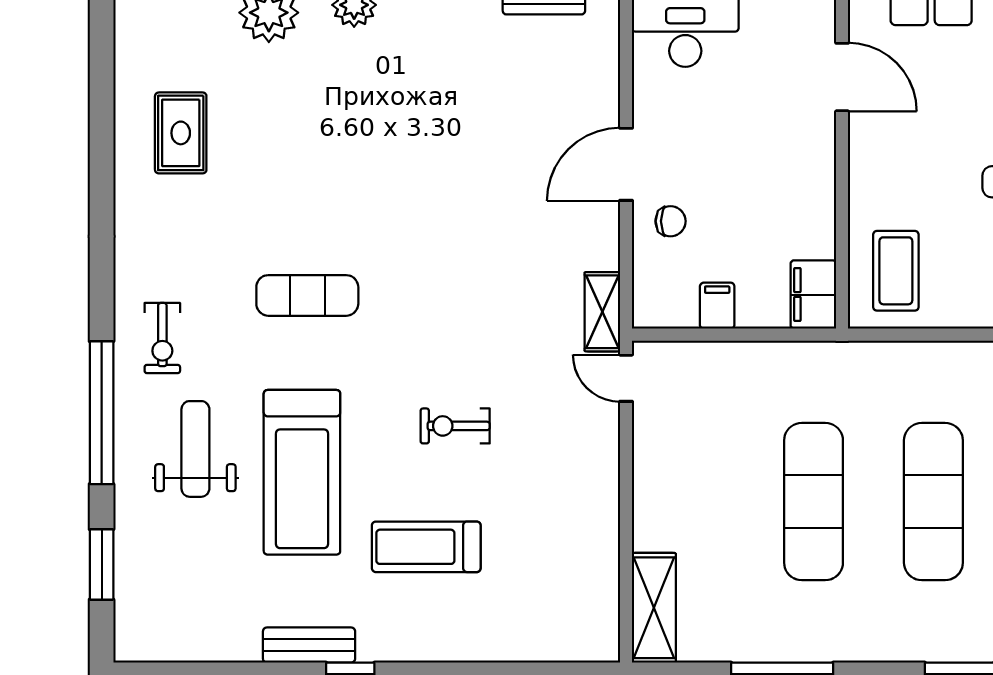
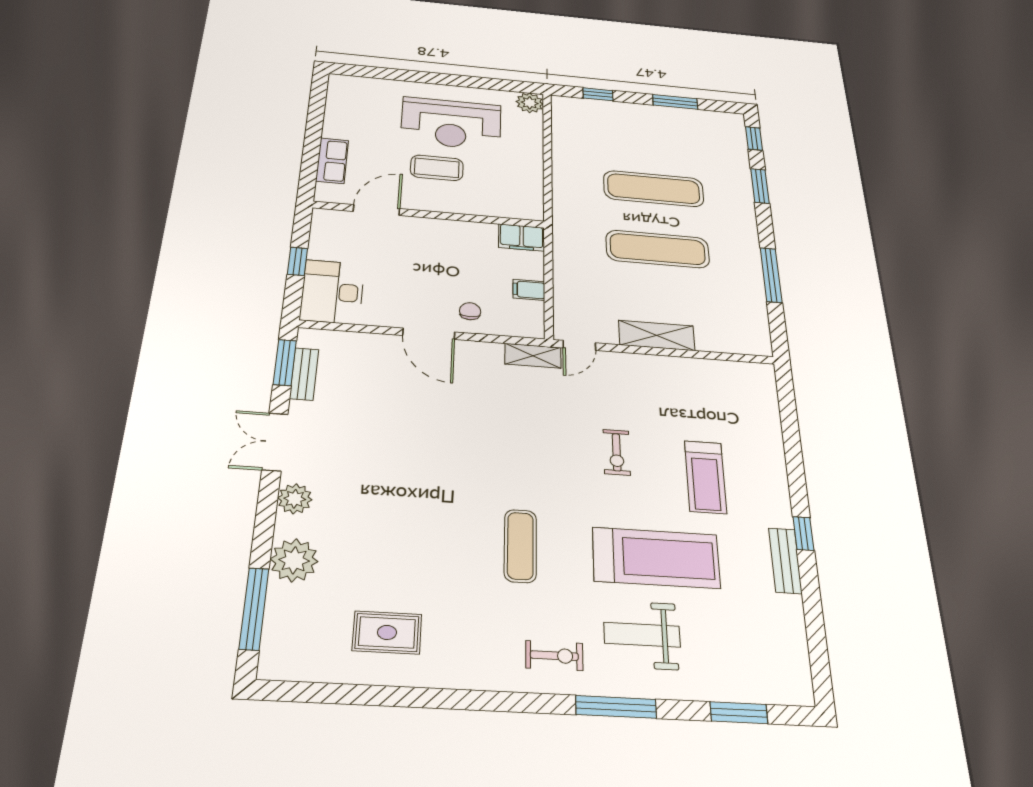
coffee table: (896, 271) -> (437, 168), moved
window: (102, 413) -> (616, 707), width x0.68
shelving: (654, 608) -> (657, 335), moved

